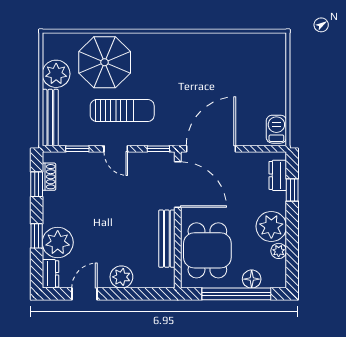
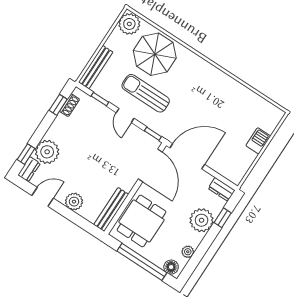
plant: (56, 74) -> (129, 24), moved
sun lounger: (122, 111) -> (146, 93), turned 180
barbecue: (276, 129) -> (258, 141), moved
dresser: (278, 175) -> (222, 189), moved, turned -90
plant: (271, 226) -> (202, 220), moved
window: (37, 236) -> (26, 154), moved
bench: (167, 239) -> (111, 210), moved
floor lamp: (252, 279) -> (171, 267), moved

